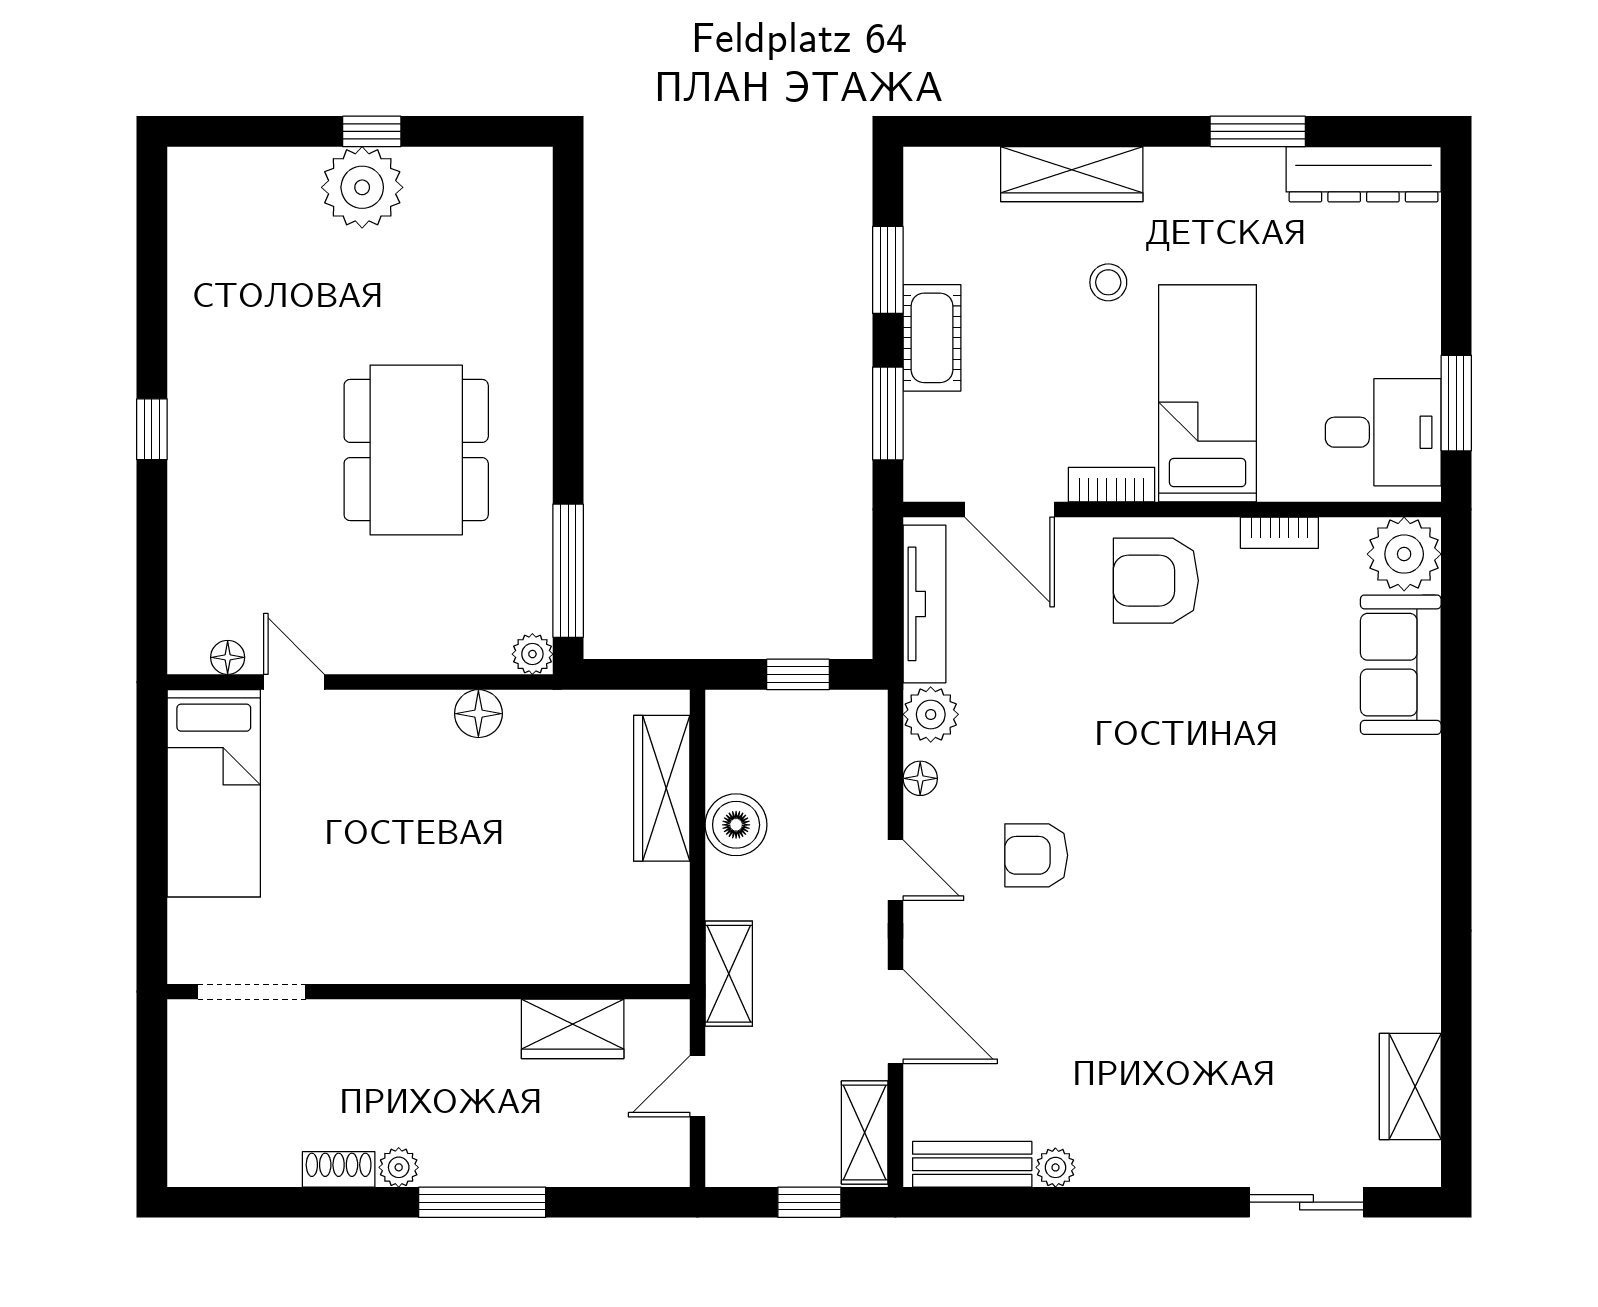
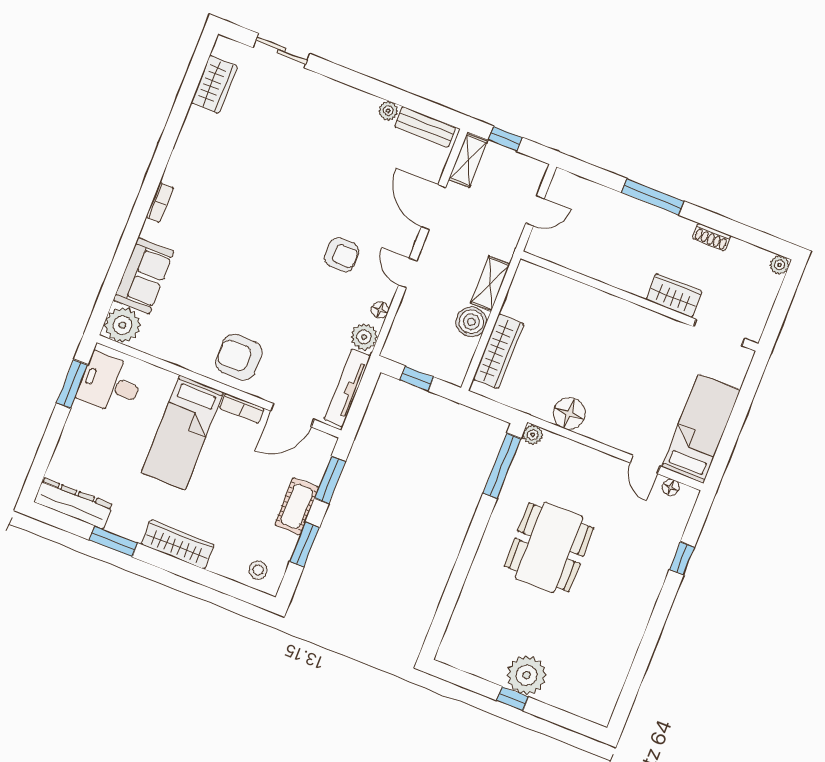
wardrobe: (1072, 174) -> (177, 544), moved
stool: (1108, 282) -> (258, 570), moved
window: (152, 429) -> (682, 558), moved
door: (1009, 509) -> (292, 415), swing flipped
bookcase: (1279, 533) -> (160, 202), moved, turned 90
armchair: (1156, 581) -> (239, 357), turned 180
floor lamp: (478, 714) -> (569, 413), width x1.38, depth x1.38
shelving: (729, 974) -> (490, 284), moved
wardrobe: (573, 1029) -> (674, 295), moved
plant: (399, 1167) -> (779, 265), moved

